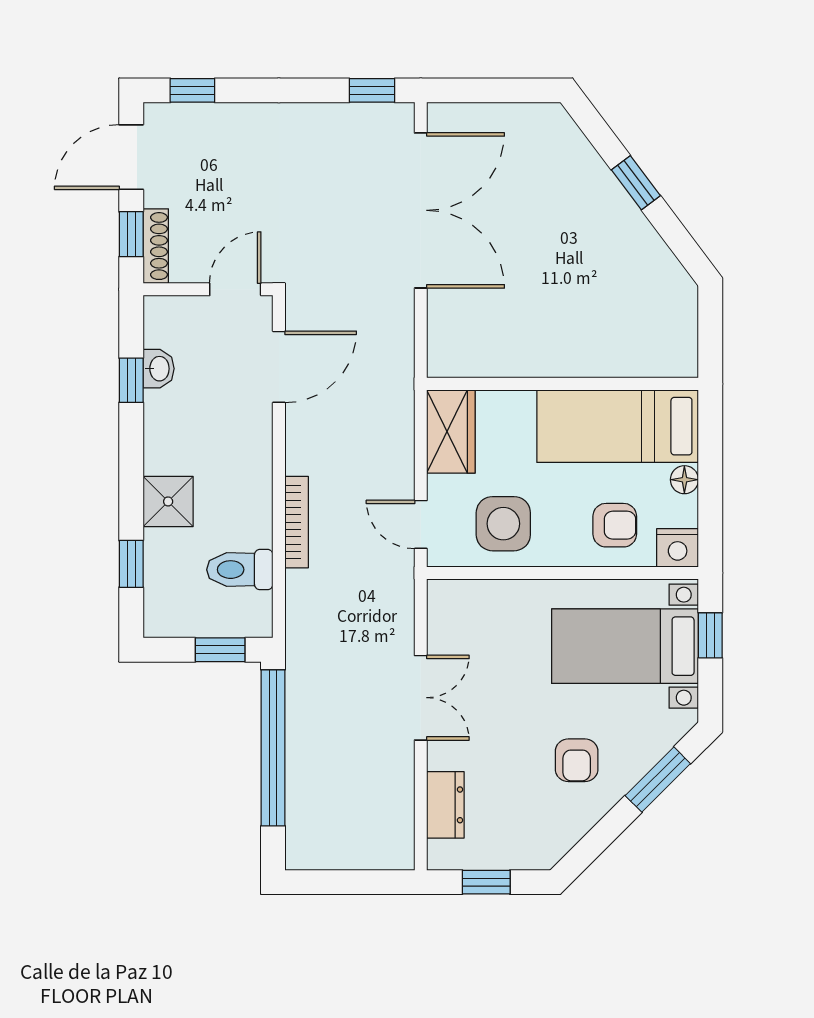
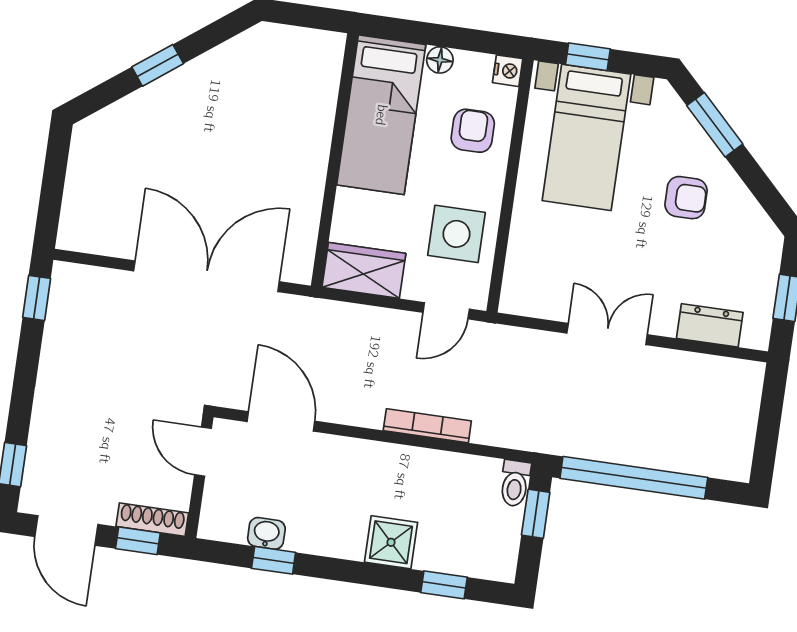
double door: (421, 210) -> (206, 276), moved
nightstand: (678, 548) -> (508, 71), width x0.72, depth x0.74
toilet: (240, 570) -> (515, 483), moved, width x0.73, depth x0.72

